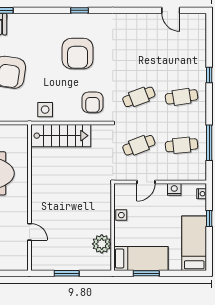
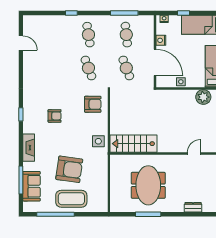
door: (171, 10) -> (21, 43), hinge flipped
fireplace: (37, 20) -> (29, 148), added
armchair: (78, 54) -> (55, 116), width x0.53, depth x0.53
stairs: (61, 136) -> (134, 144), moved, turned -90
door: (146, 182) -> (155, 62), width x1.88

